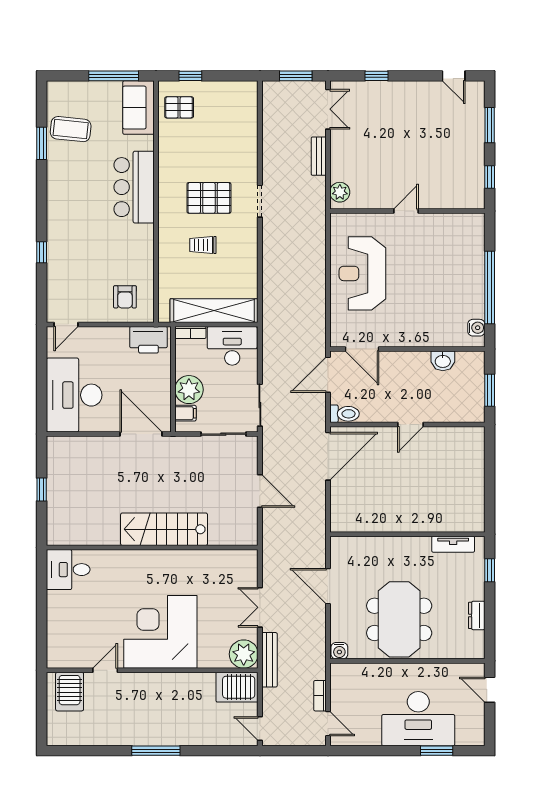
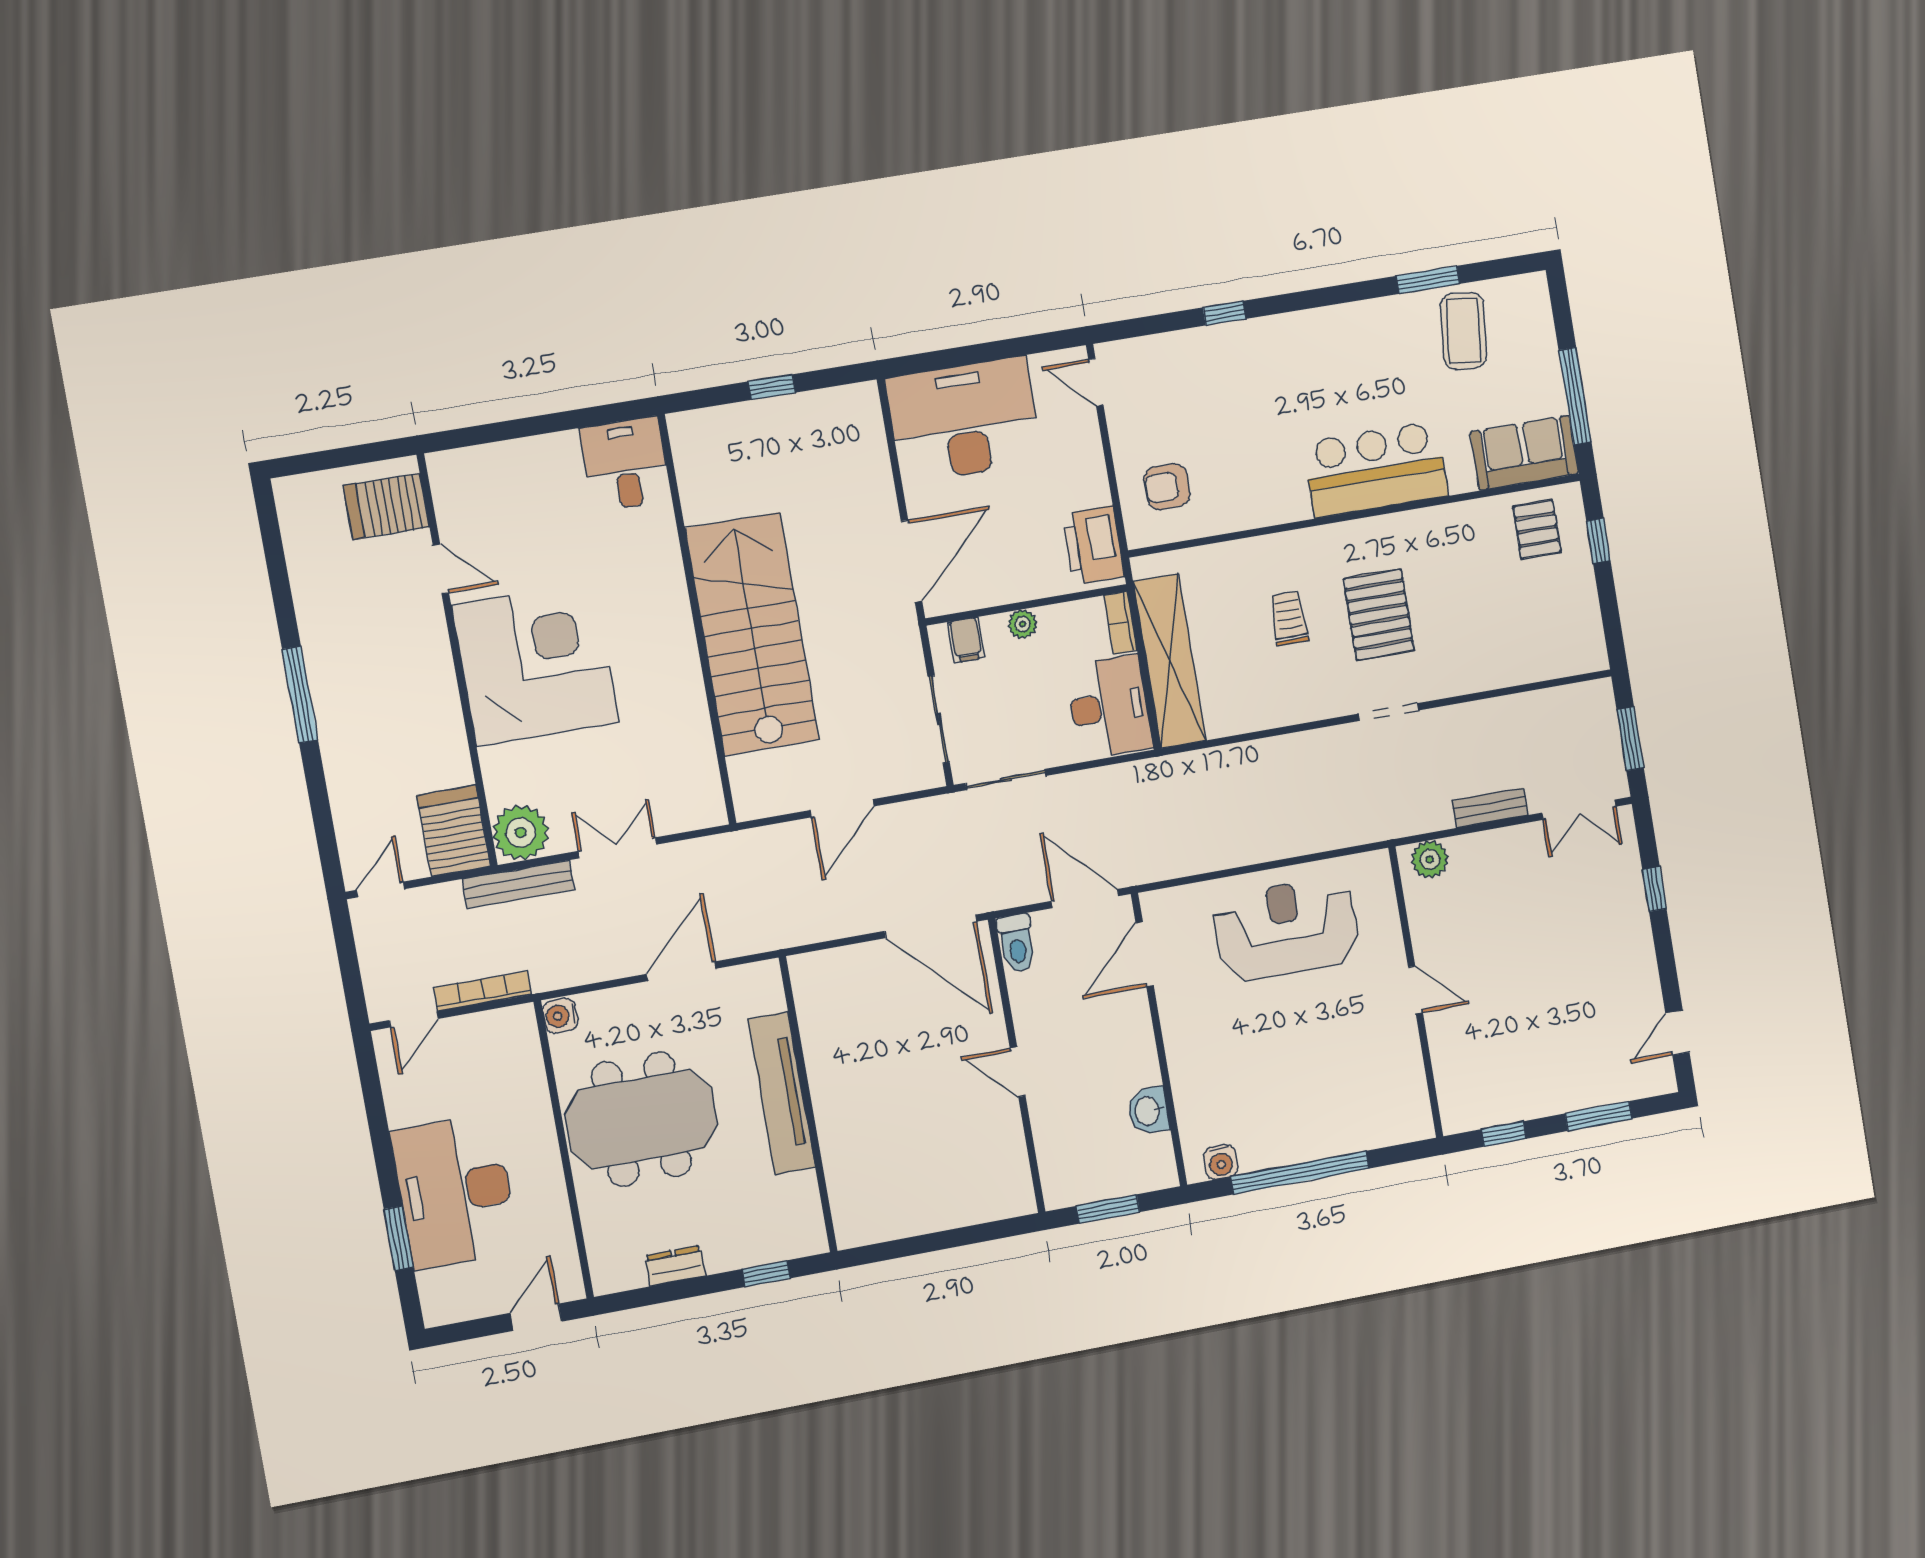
plant: (189, 390) -> (1022, 624), width x0.53, depth x0.53
stairs: (164, 529) -> (752, 634), width x1.36, depth x1.51
tv unit: (453, 544) -> (782, 1093), moved, width x1.92, depth x1.29
bookcase: (320, 696) -> (483, 991), width x1.56

